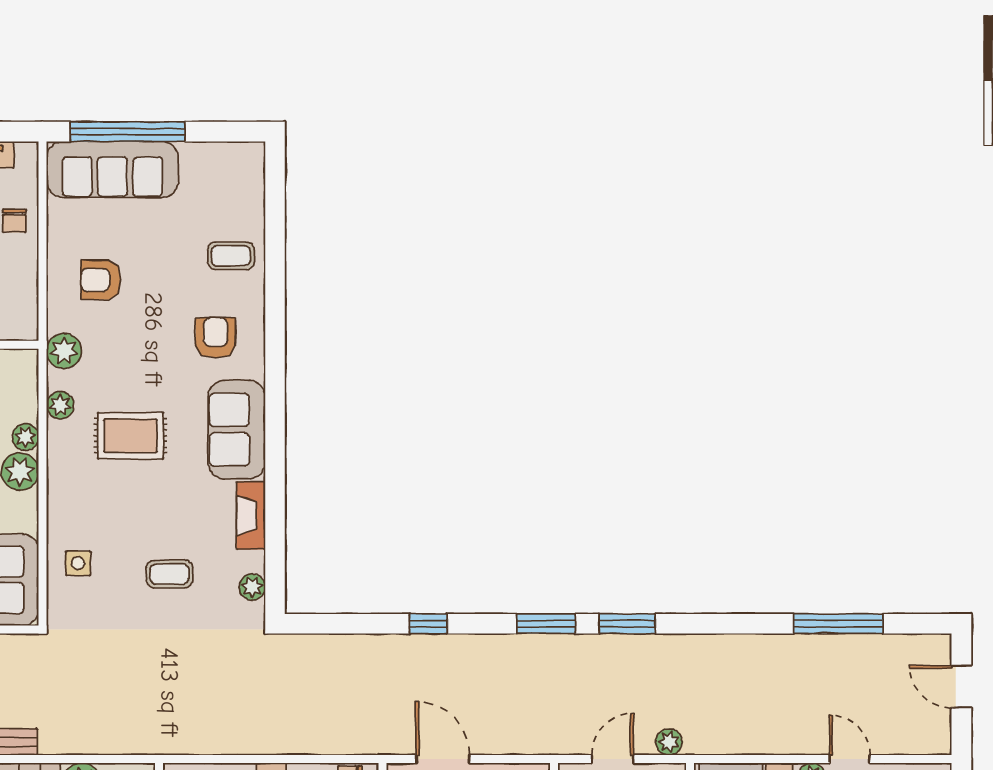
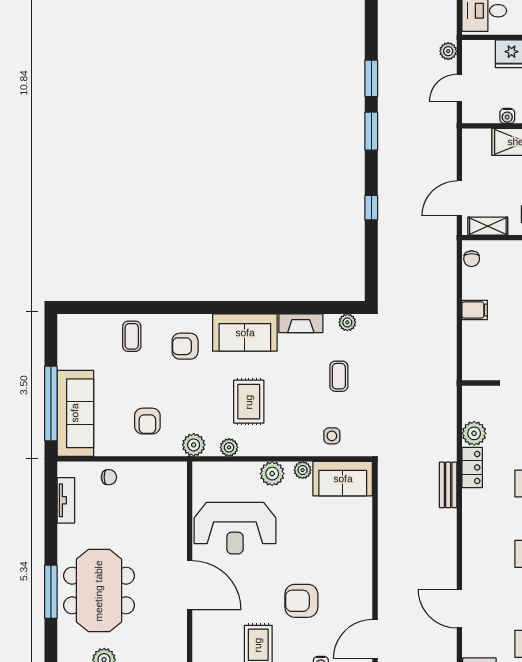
plant: (25, 437) -> (303, 470), moved
door: (613, 759) -> (459, 88), hinge flipped

